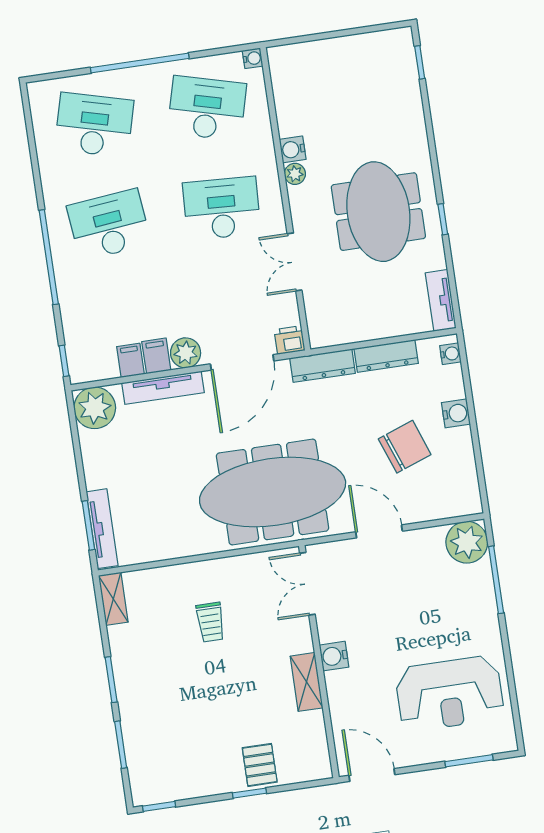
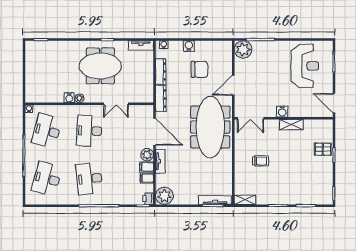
printer: (289, 340) -> (148, 199), moved
tv unit: (163, 388) -> (160, 161), width x0.71
chair: (405, 447) -> (200, 69), turned 110
door: (372, 775) -> (334, 103), hinge flipped

